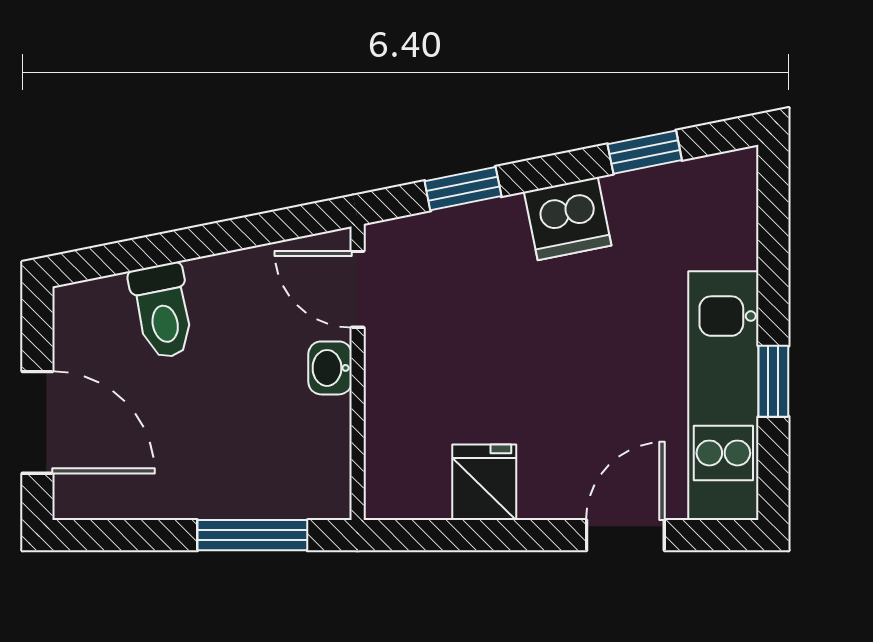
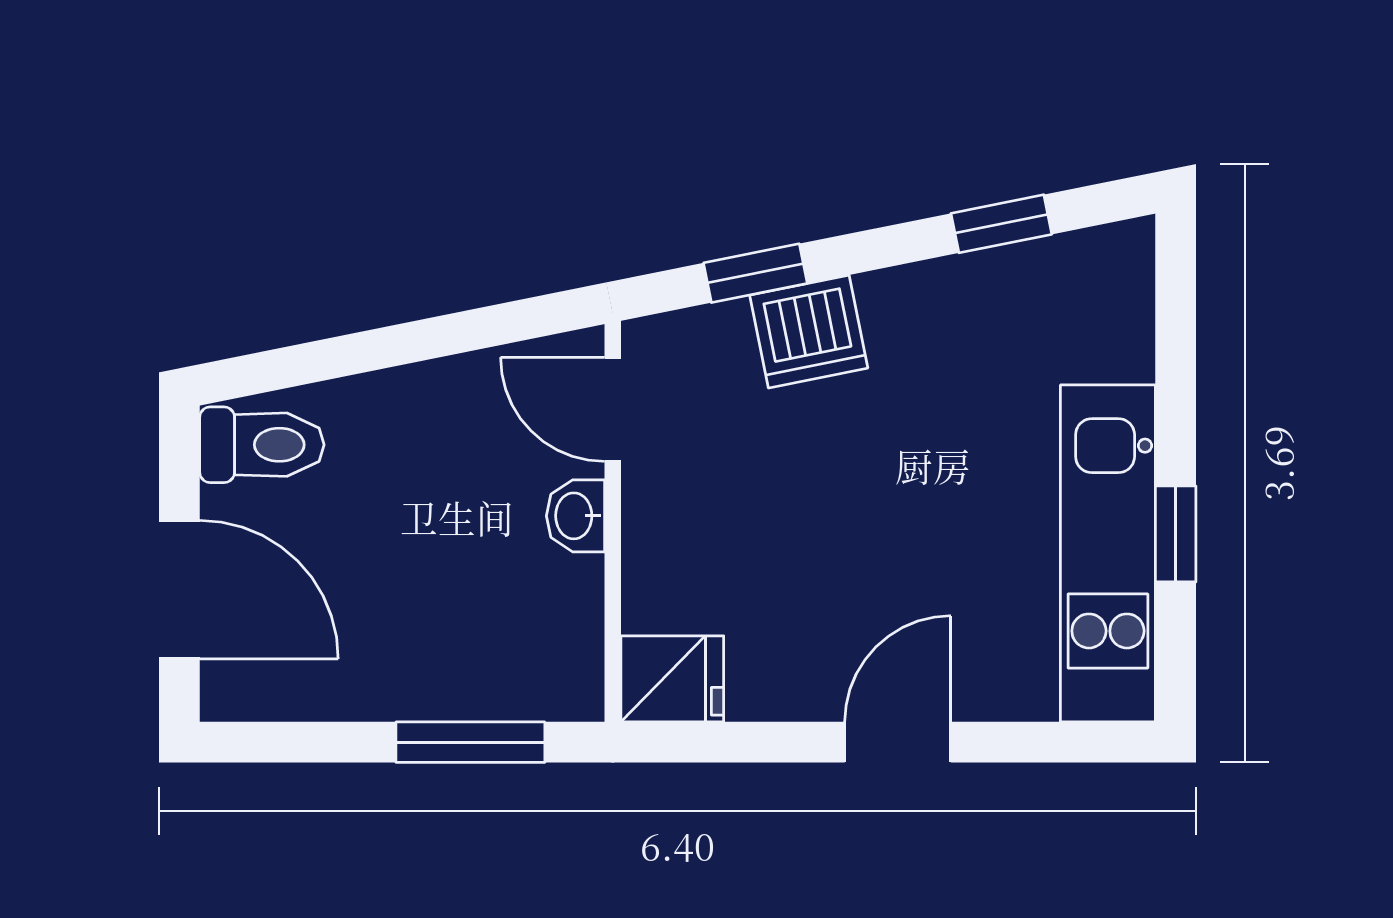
dishwasher: (568, 219) -> (809, 332), moved
toilet: (163, 311) -> (262, 445), moved, turned -79
fridge: (484, 482) -> (672, 679), moved, turned 90
door: (625, 535) -> (898, 742), moved

